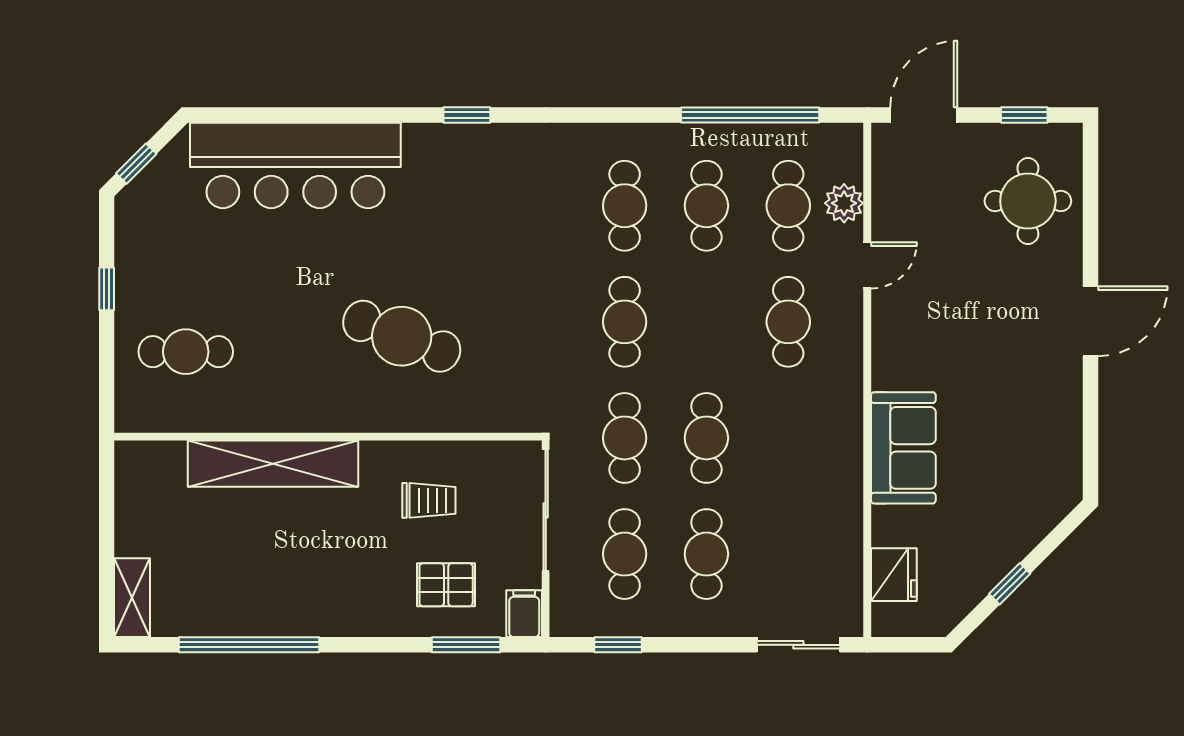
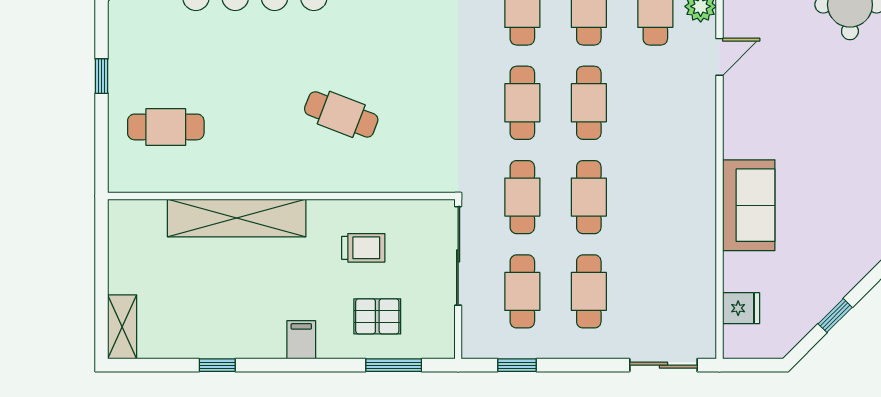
cafe table: (788, 322) -> (589, 103), moved
cafe table: (402, 336) -> (341, 114), width x0.73, depth x0.74
fridge: (894, 575) -> (741, 308), width x0.72
filing cabinet: (524, 614) -> (301, 340), moved
window: (249, 645) -> (217, 365), width x0.32

